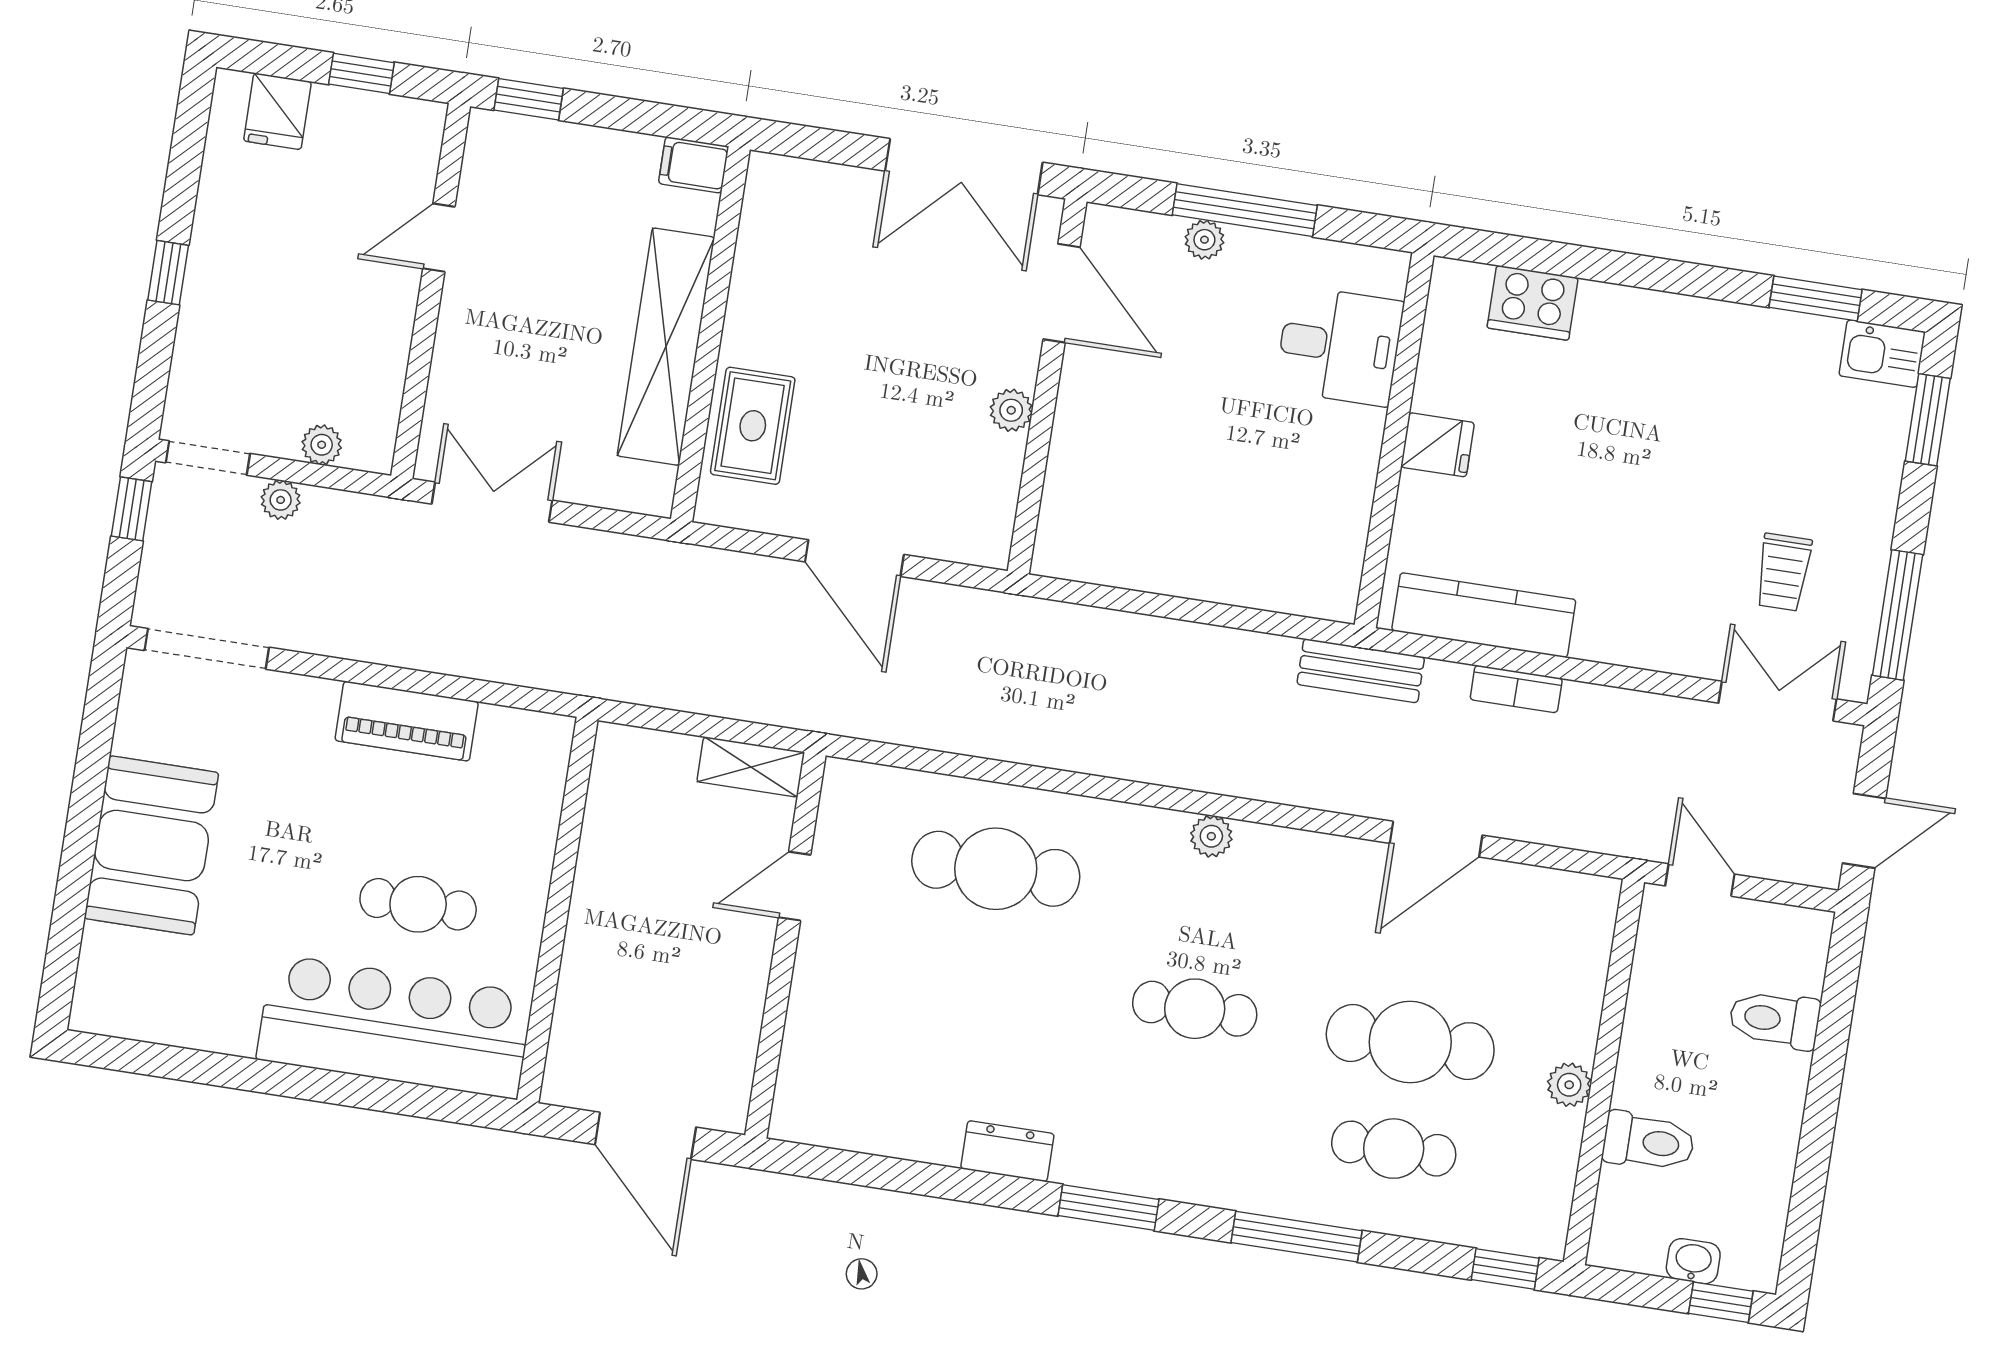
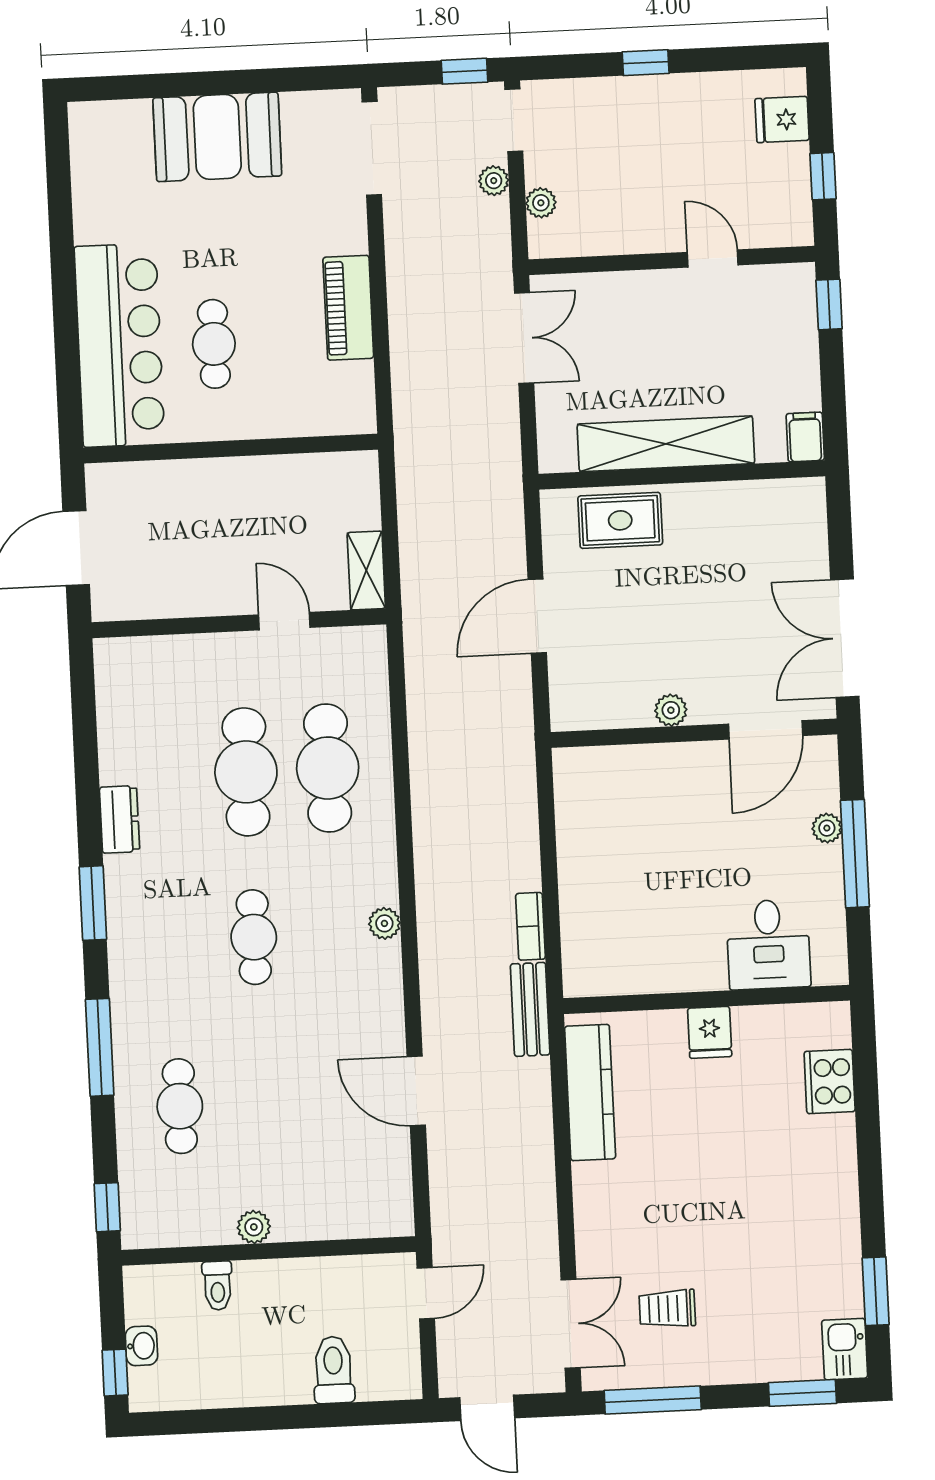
bookcase: (1516, 689) -> (530, 926), moved
cafe table: (1410, 1042) -> (246, 772), moved
toilet: (1649, 1142) -> (218, 1286), width x0.73, depth x0.72

